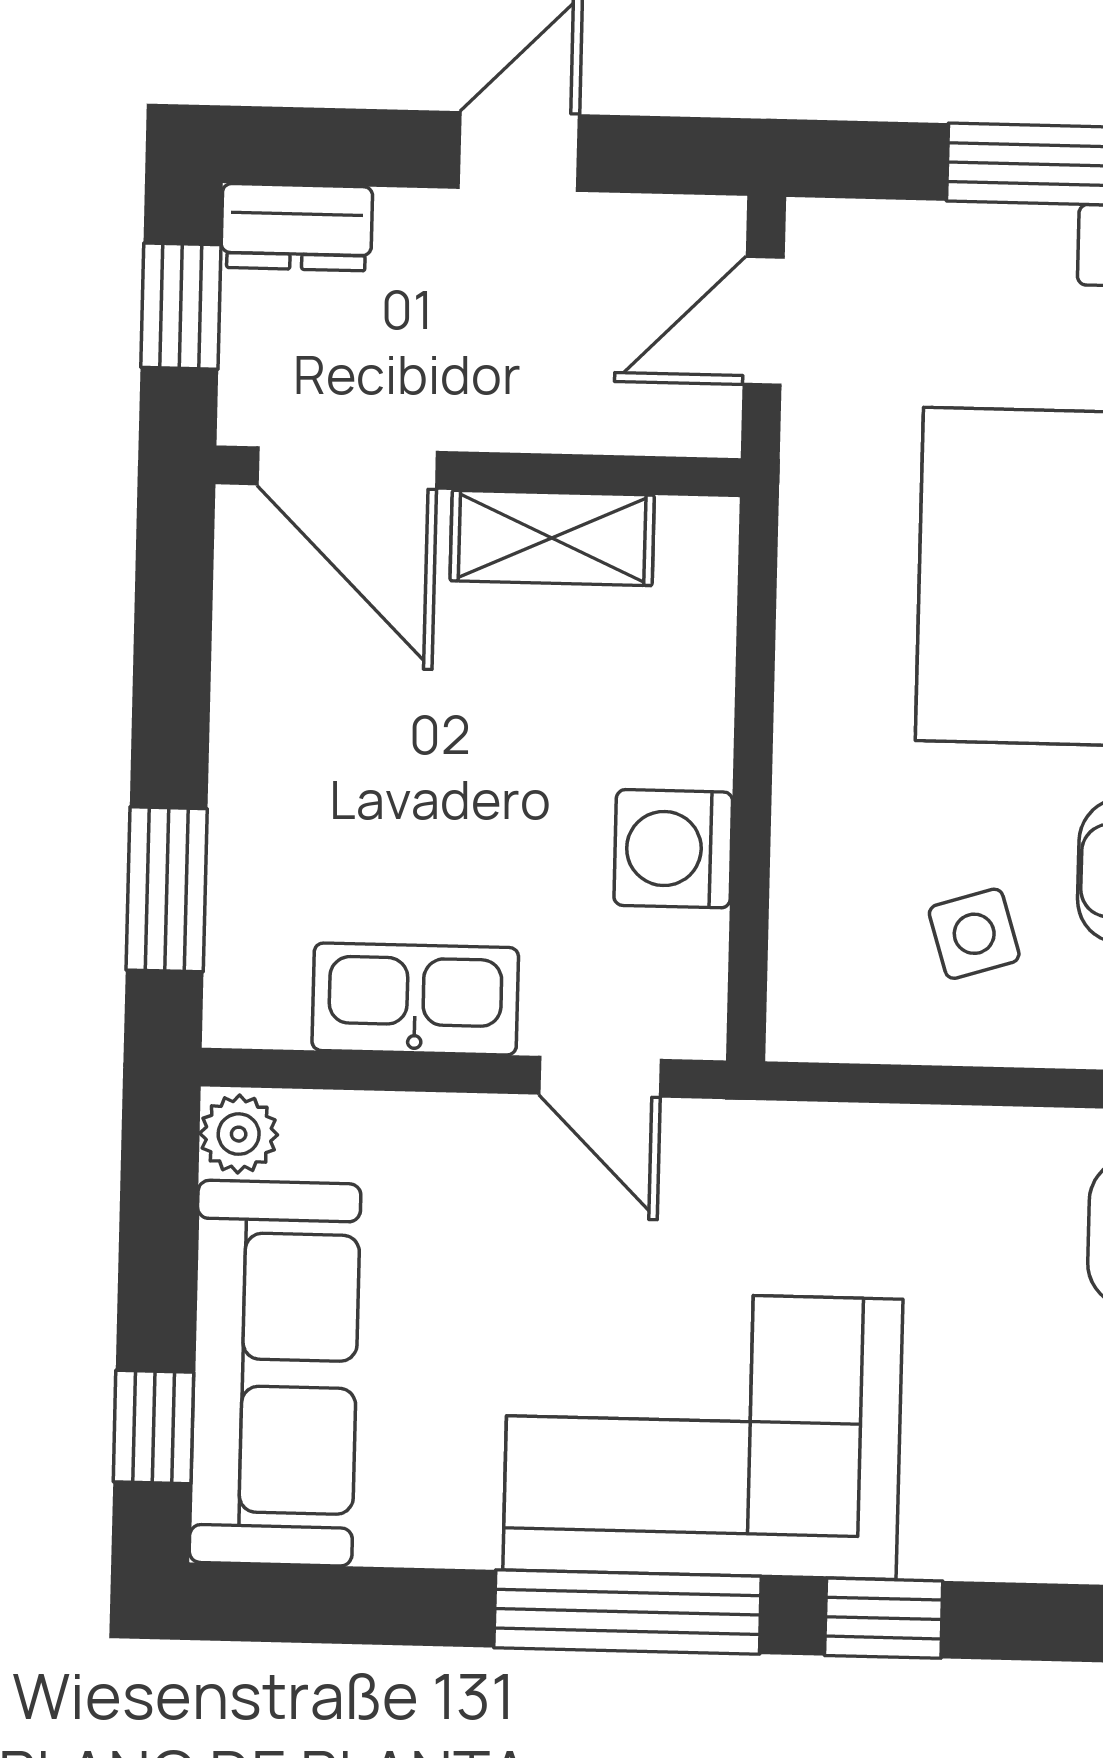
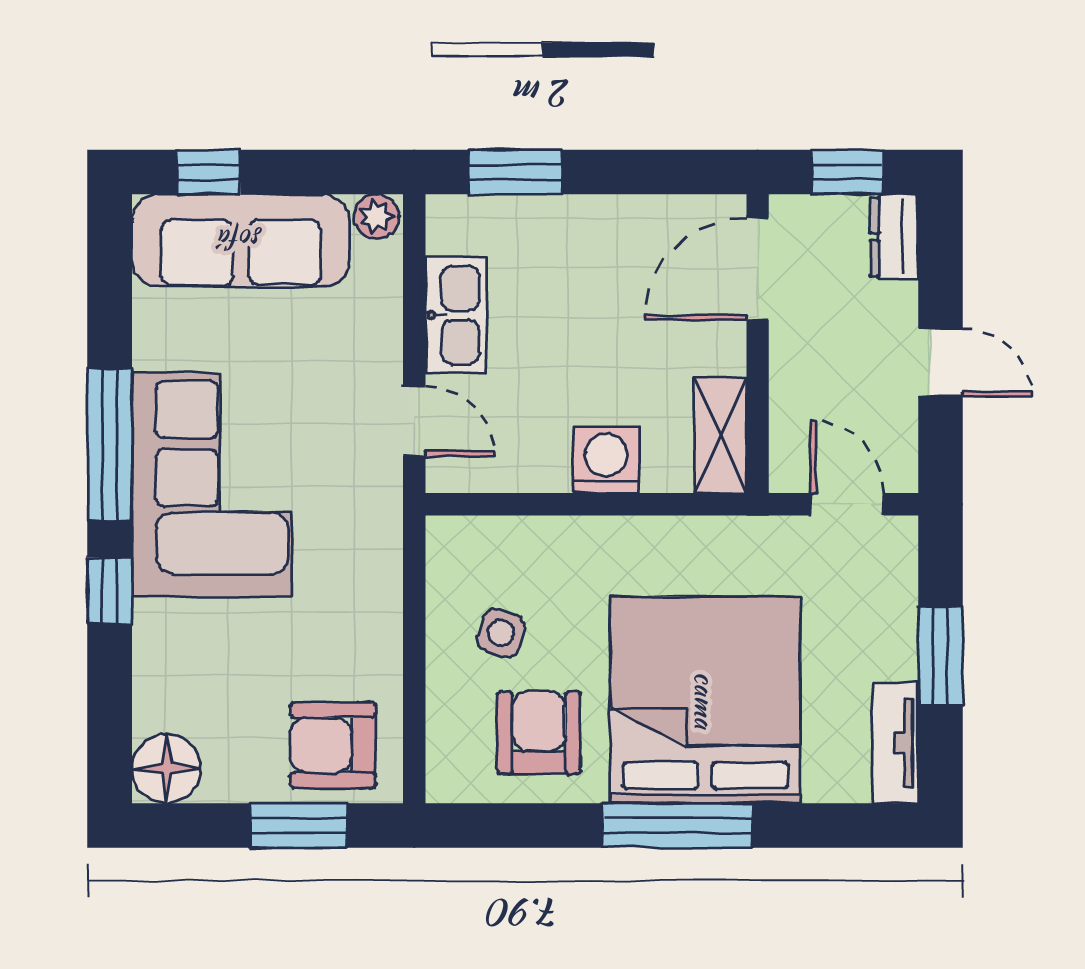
shelving: (552, 538) -> (721, 436), moved
washing machine: (673, 849) -> (606, 460), moved
side table: (974, 934) -> (501, 633), turned 33
door: (600, 1077) -> (414, 421), swing flipped

